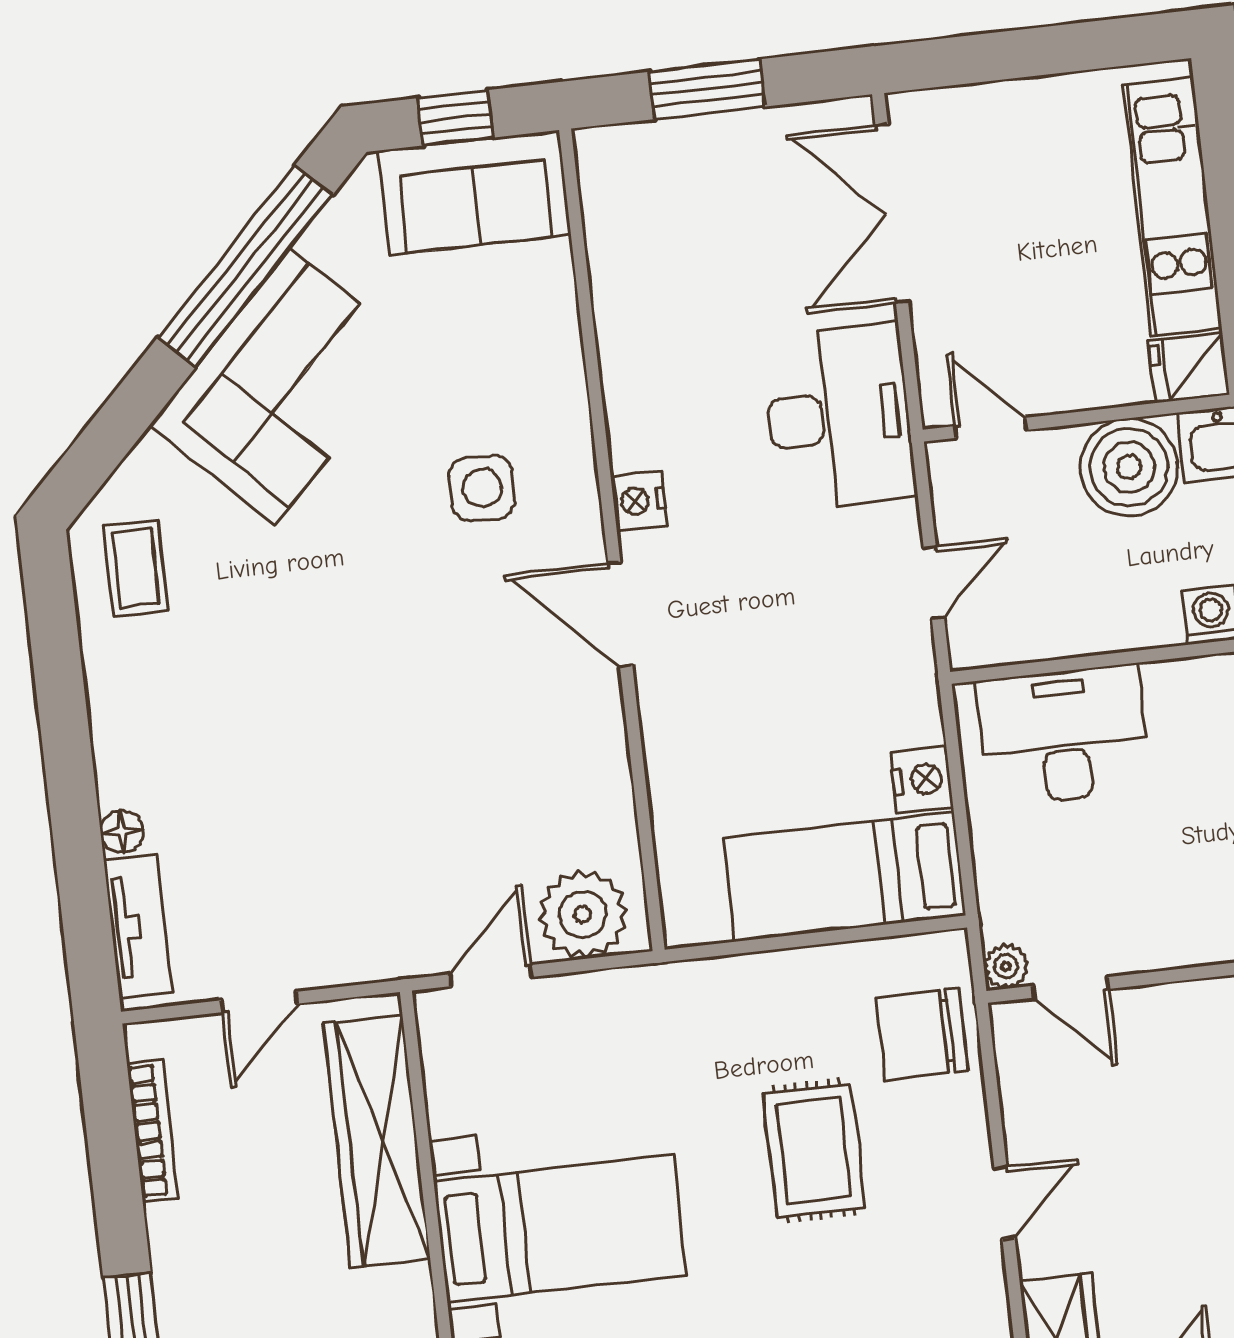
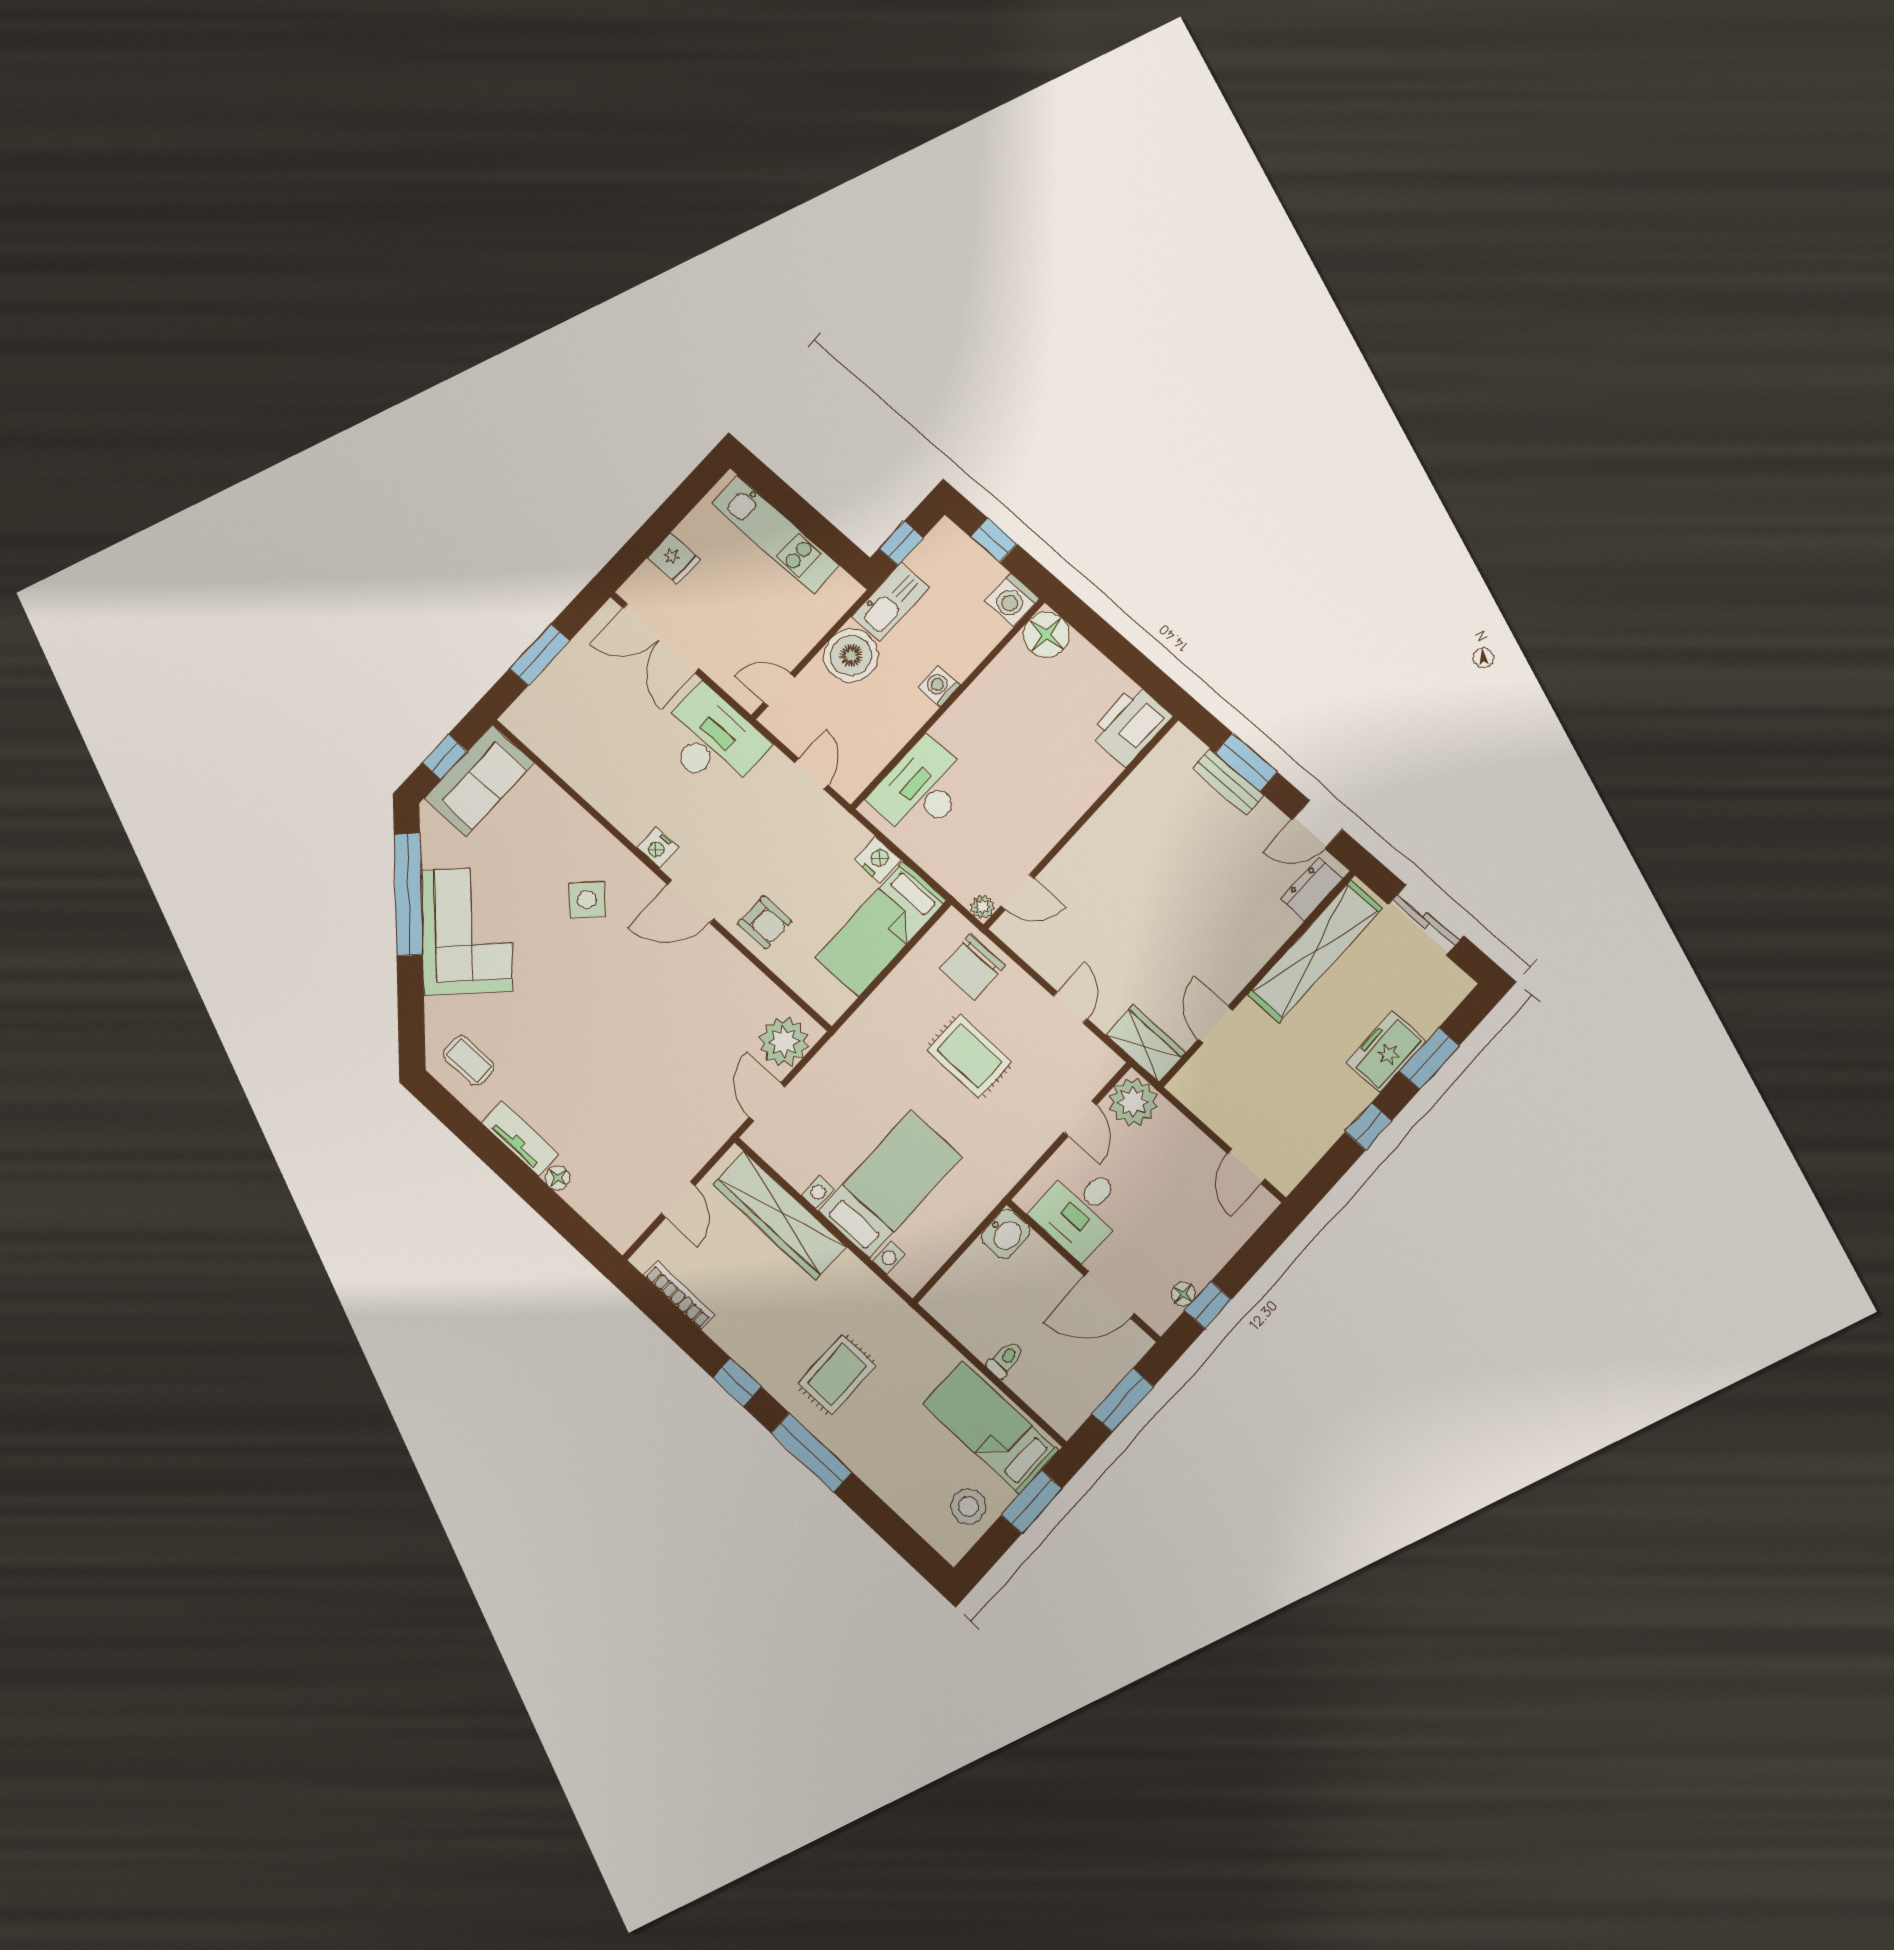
fridge: (1189, 368) -> (674, 559), moved, turned -90
side table: (482, 488) -> (587, 900), turned 45
armchair: (696, 730) -> (765, 922), added
tv unit: (138, 926) -> (521, 1139), moved

